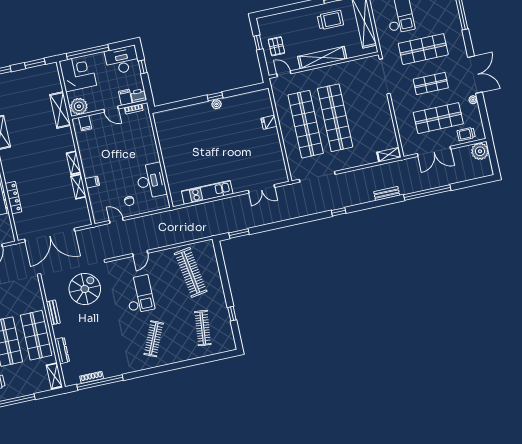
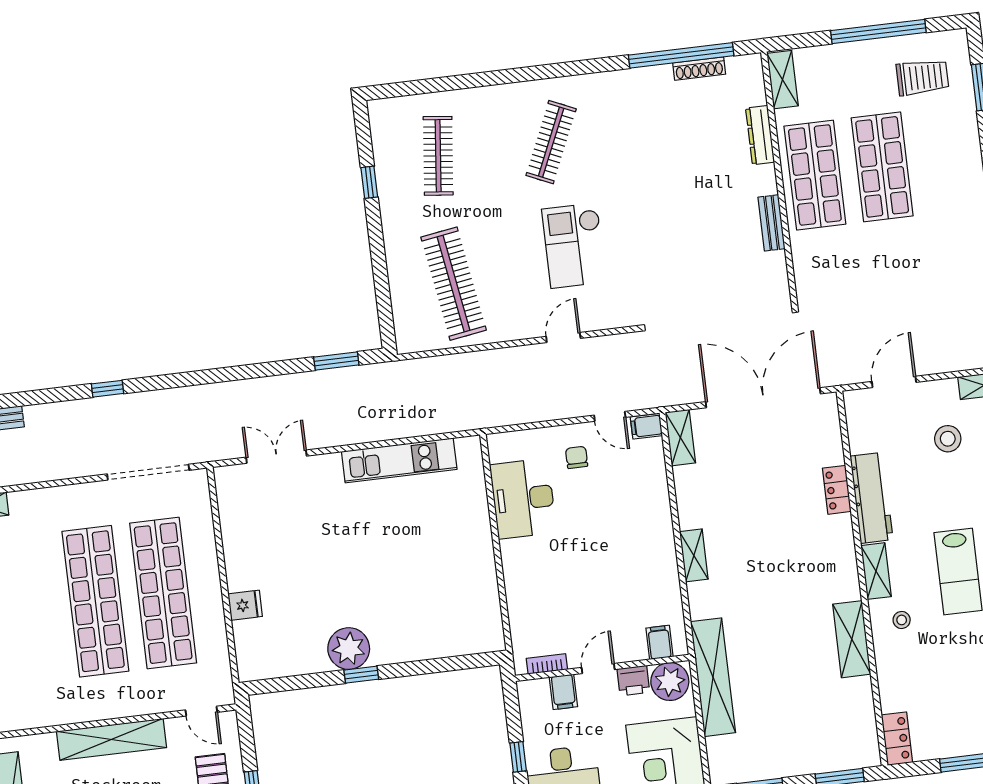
printer: (138, 96) -> (633, 681), moved
plant: (217, 104) -> (349, 649), width x1.88, depth x1.88
door: (111, 109) -> (598, 668), hinge flipped
shelving: (60, 110) -> (713, 677), width x1.47
filing cabinet: (92, 182) -> (646, 426), moved
shelving: (78, 186) -> (680, 438), moved
locker: (13, 198) -> (837, 490), width x0.66
spiral stairs: (85, 289) -> (695, 269), removed

